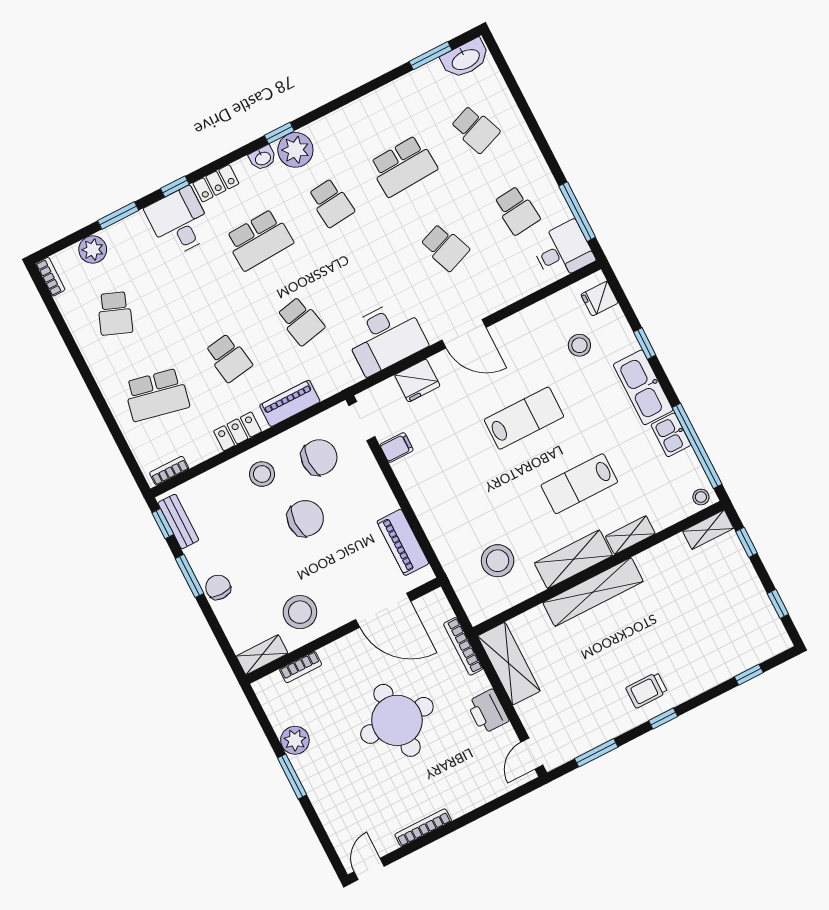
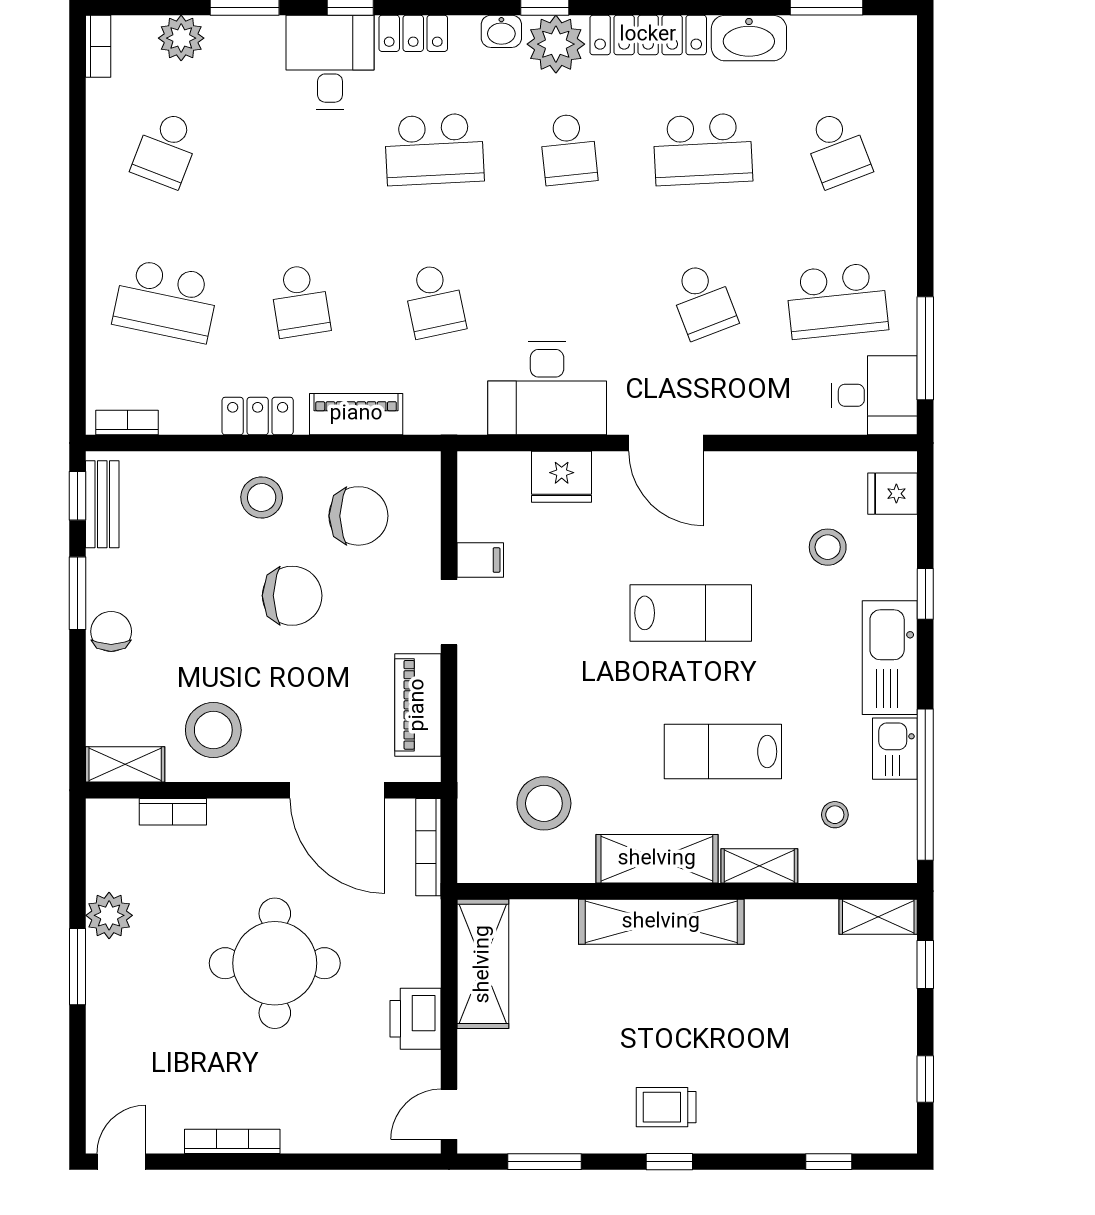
washbasin: (465, 59) -> (749, 38), moved
locker: (342, 120) -> (648, 35), added
school desk: (517, 210) -> (837, 301), width x1.85
doorway: (362, 421) -> (449, 612), moved
stool: (701, 497) -> (835, 815), moved
bookcase: (463, 646) -> (428, 847), moved

